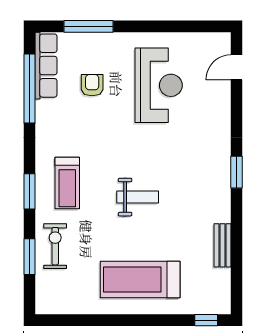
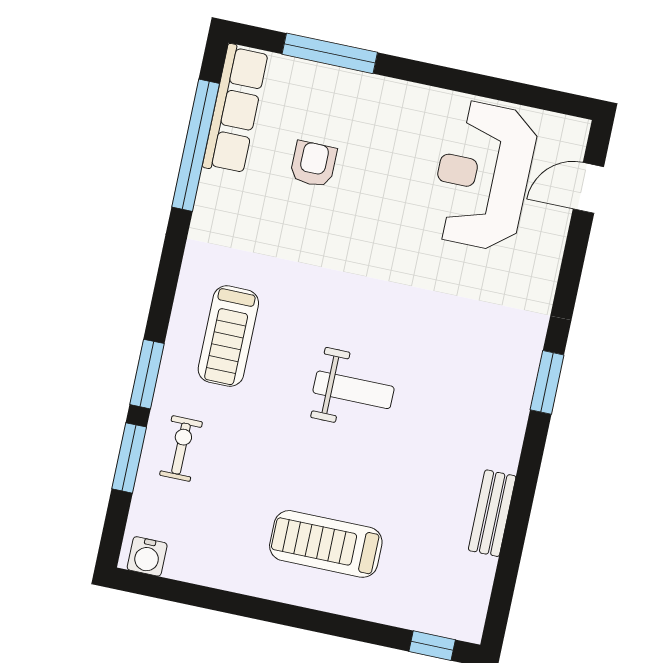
reception desk: (159, 85) -> (483, 176), moved, turned 180
window: (30, 191) -> (147, 374), moved
exercise bike: (55, 246) -> (181, 449), width x0.73, depth x0.72
treadmill: (140, 279) -> (326, 544), width x0.73, depth x0.73
water cooler: (50, 305) -> (147, 556), added

